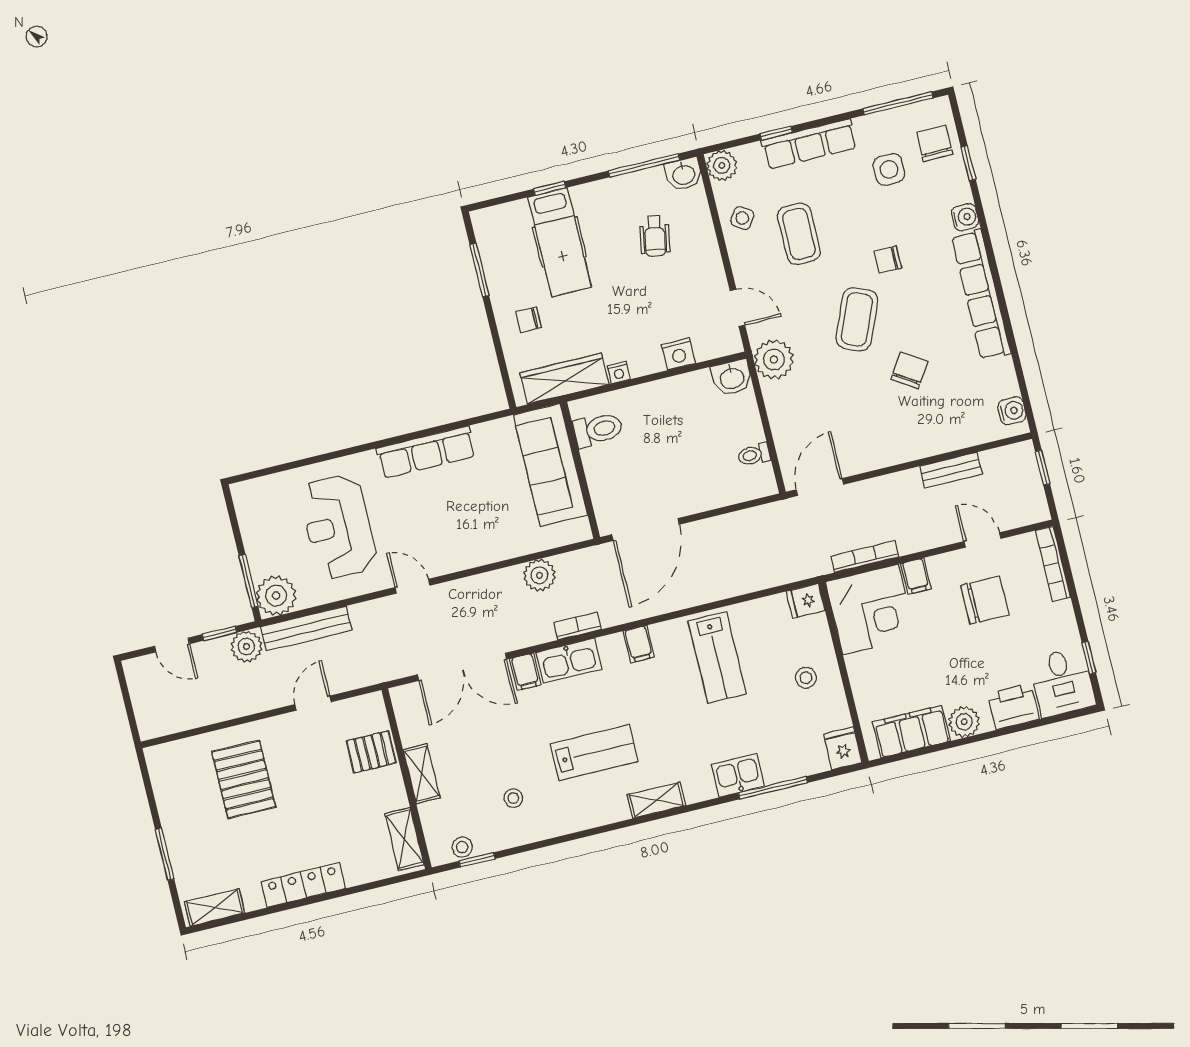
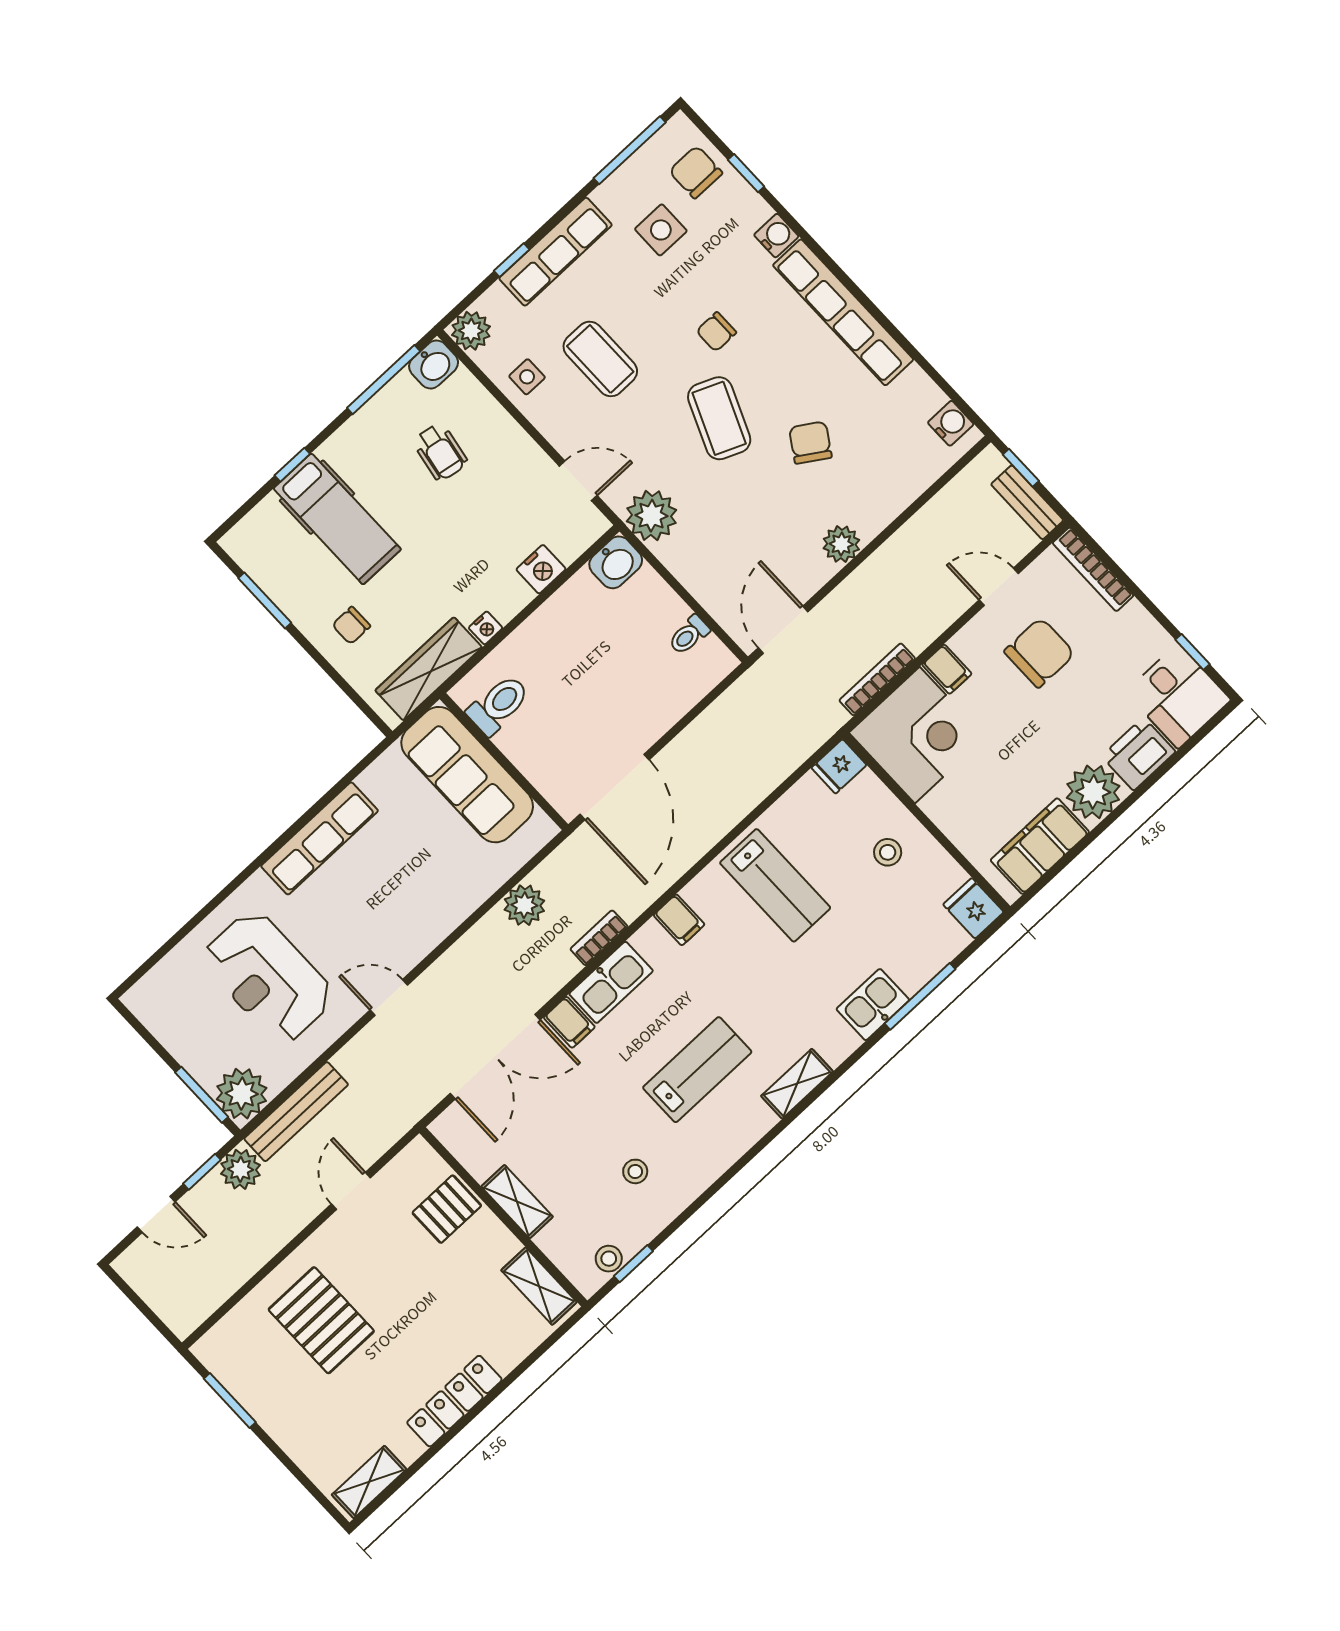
side table: (742, 218) -> (527, 377), turned -33
plant: (892, 451) -> (841, 544), added
bench: (951, 470) -> (1027, 502), moved, turned 90
plant: (964, 722) -> (1093, 792), width x1.36, depth x1.36
window: (165, 854) -> (230, 1400), moved

